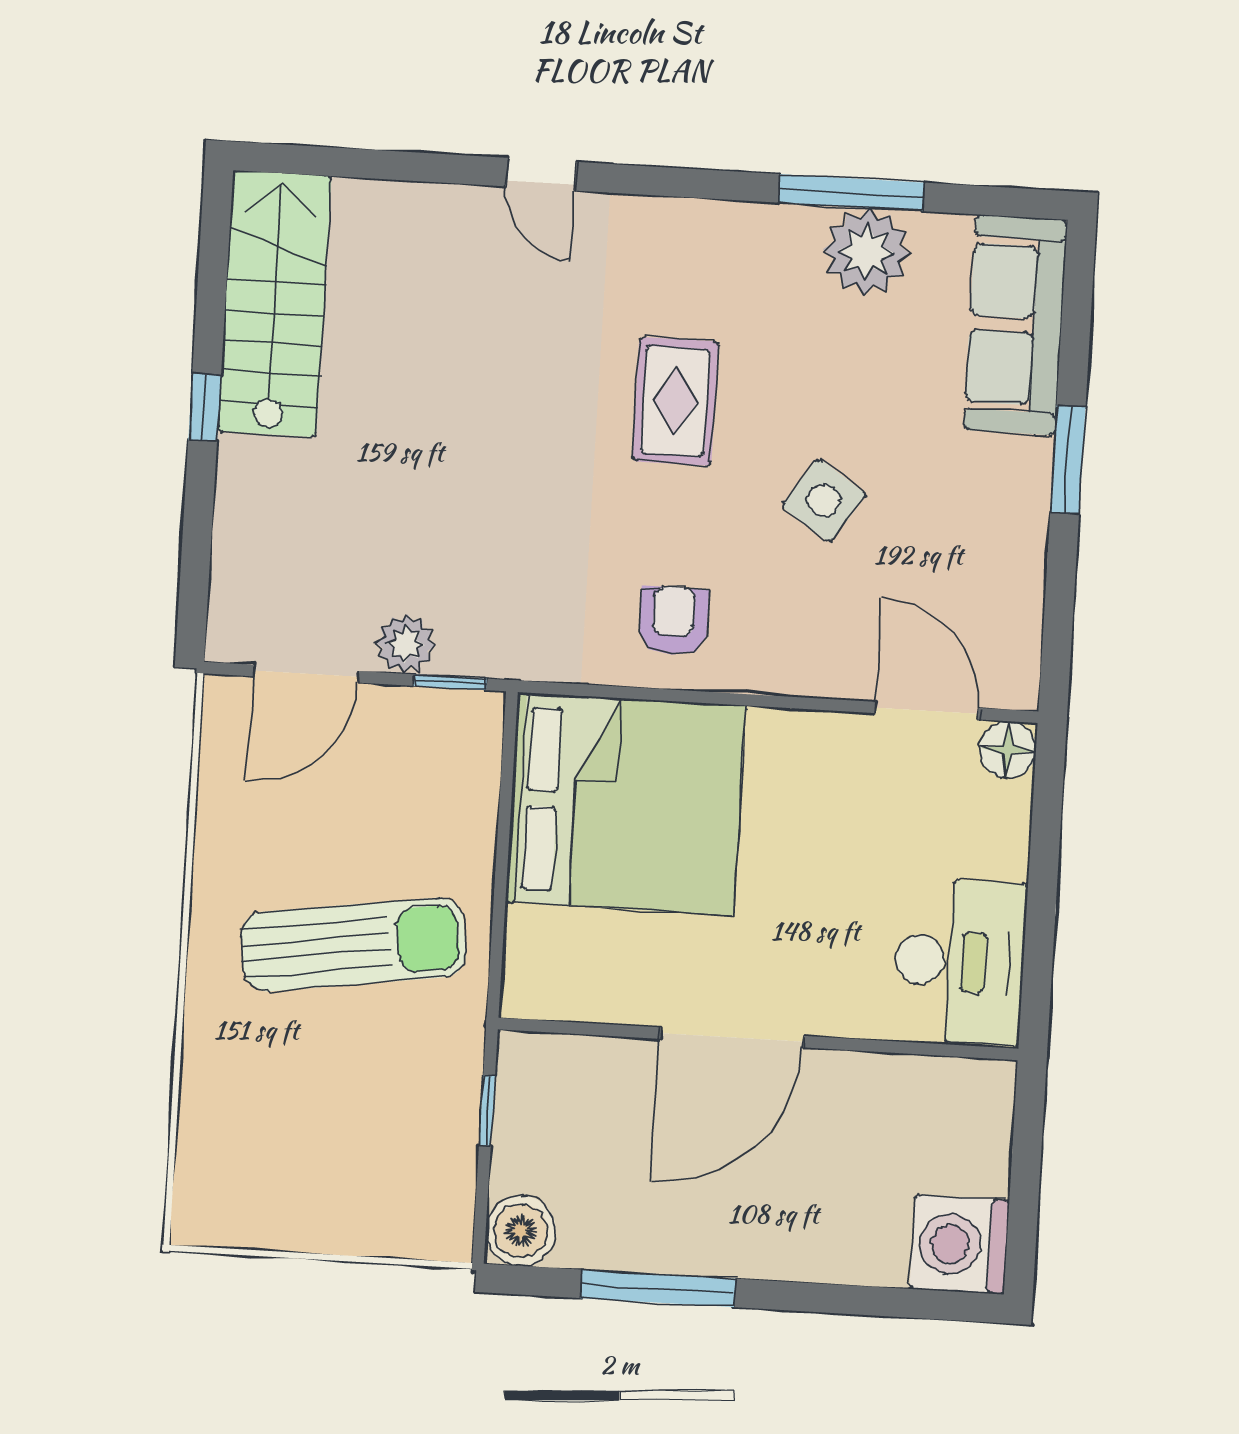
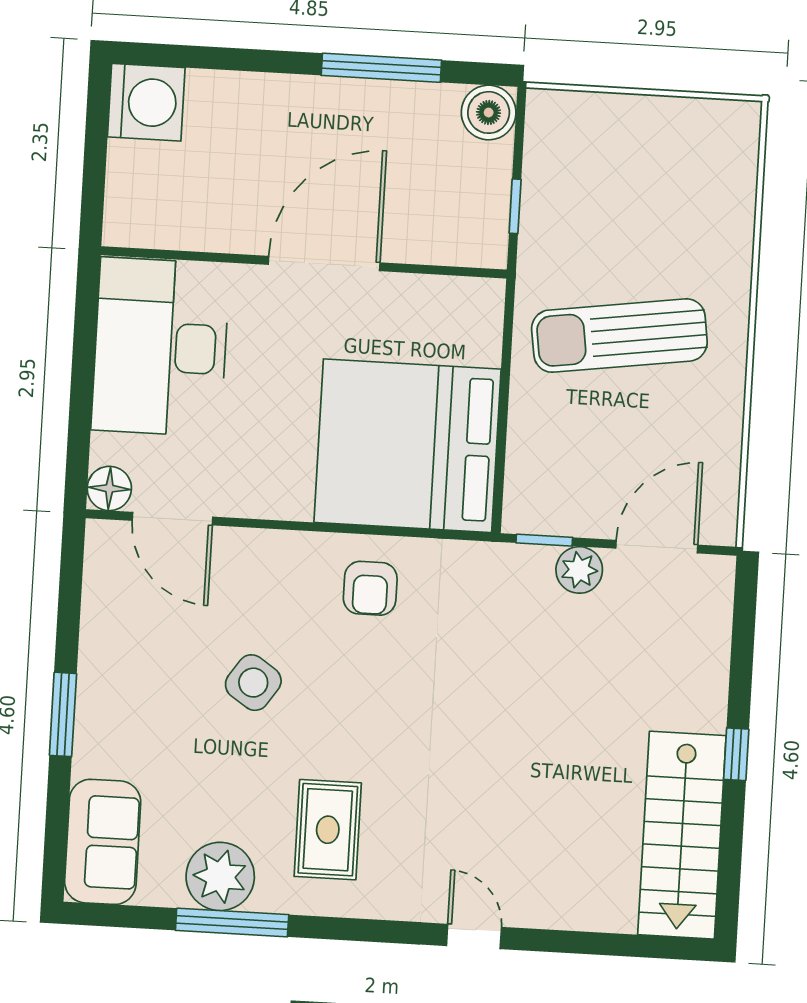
sofa: (1016, 325) -> (103, 842), width x0.73
rug: (675, 401) -> (328, 830), moved
desk: (960, 962) -> (160, 347), width x1.36, depth x1.30

